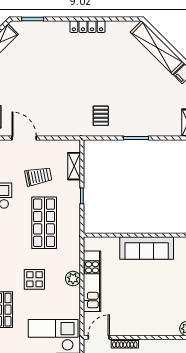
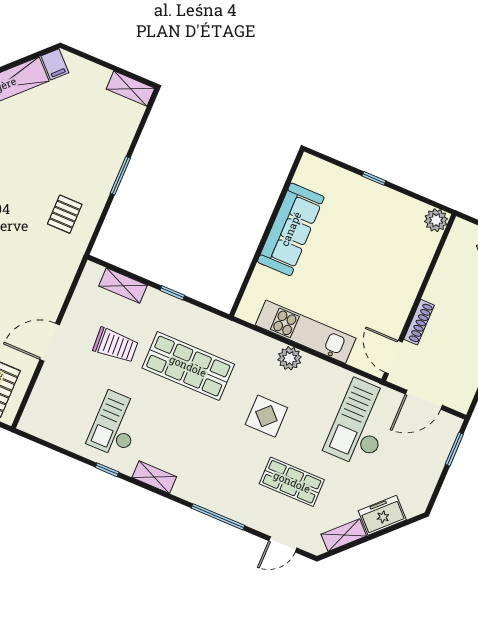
pallet: (101, 116) -> (65, 214), turned 90
trolley: (38, 176) -> (116, 345), turned 98

